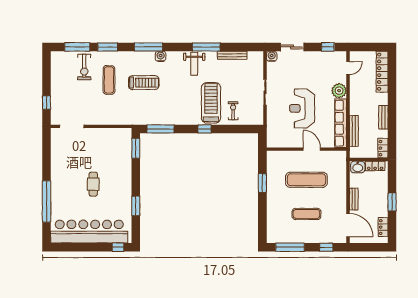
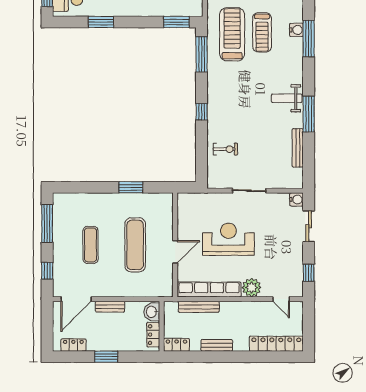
water cooler: (161, 56) -> (296, 30), moved
treadmill: (211, 103) -> (232, 34), moved, turned -90

